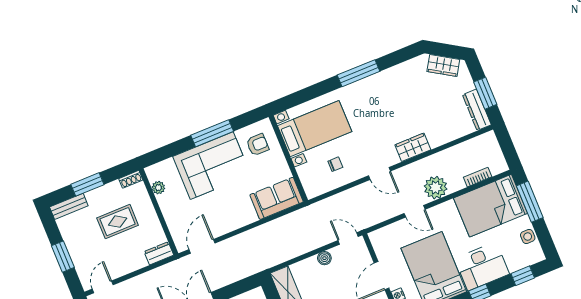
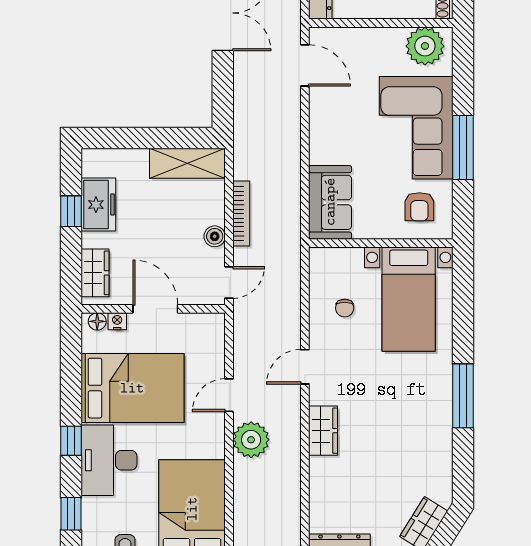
bookcase: (478, 177) -> (241, 214), moved, width x1.56
plant: (158, 188) -> (425, 46), width x1.88, depth x1.88

